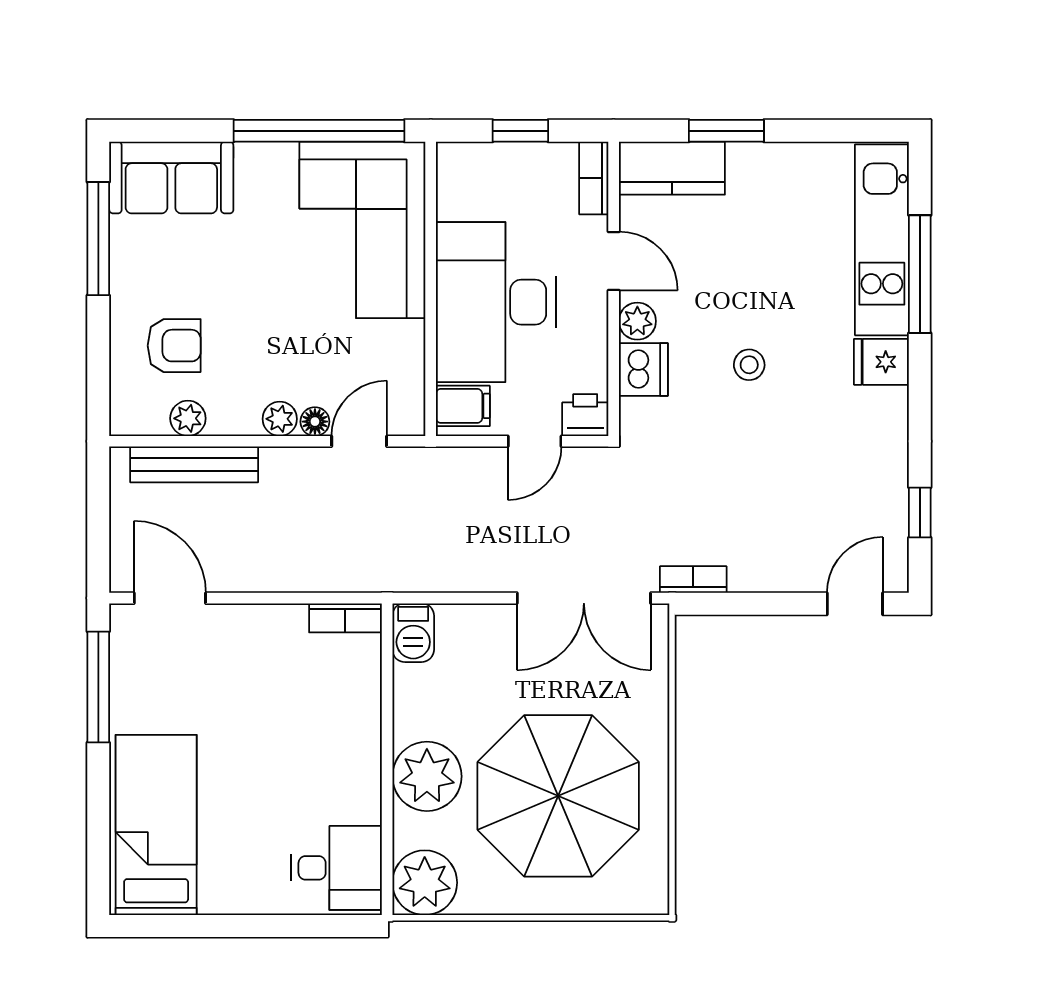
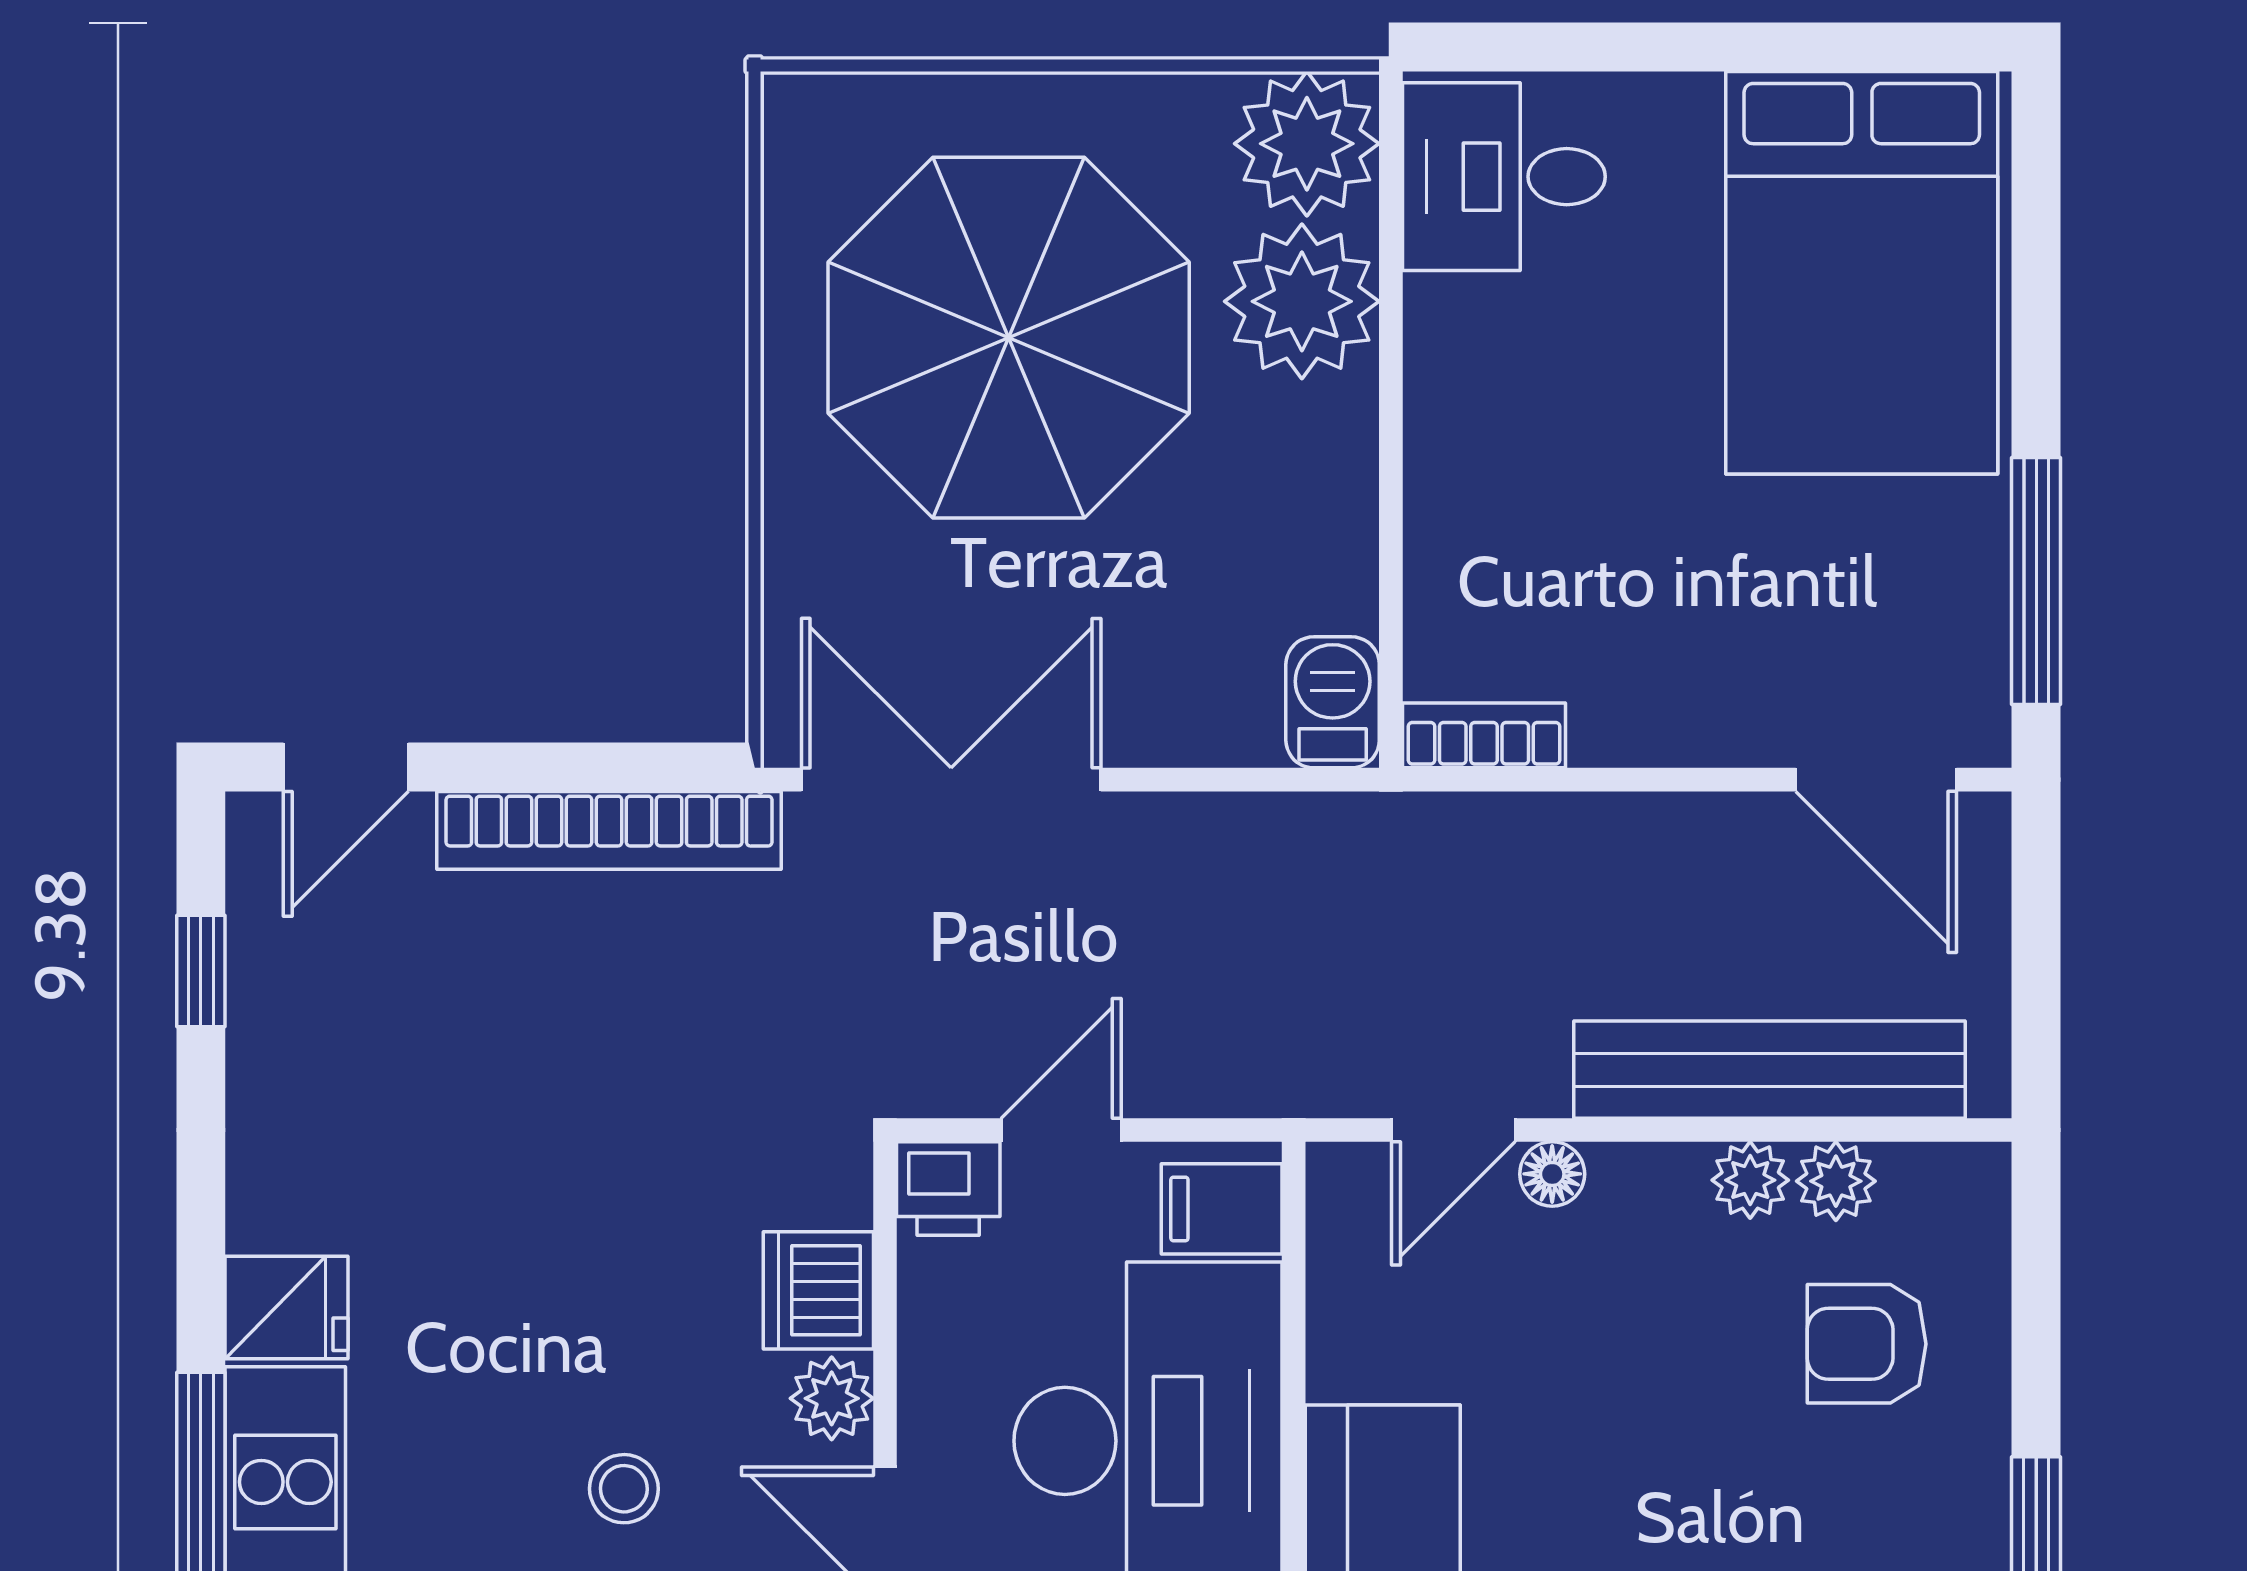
stool: (749, 365) -> (624, 1489), moved
plant: (280, 419) -> (1750, 1180), moved
bench: (194, 464) -> (1770, 1070), width x1.37, depth x1.21
bookcase: (693, 579) -> (609, 830), width x2.31, depth x1.31
plant: (427, 776) -> (1302, 301), moved
bed: (156, 825) -> (1862, 273), width x1.50

